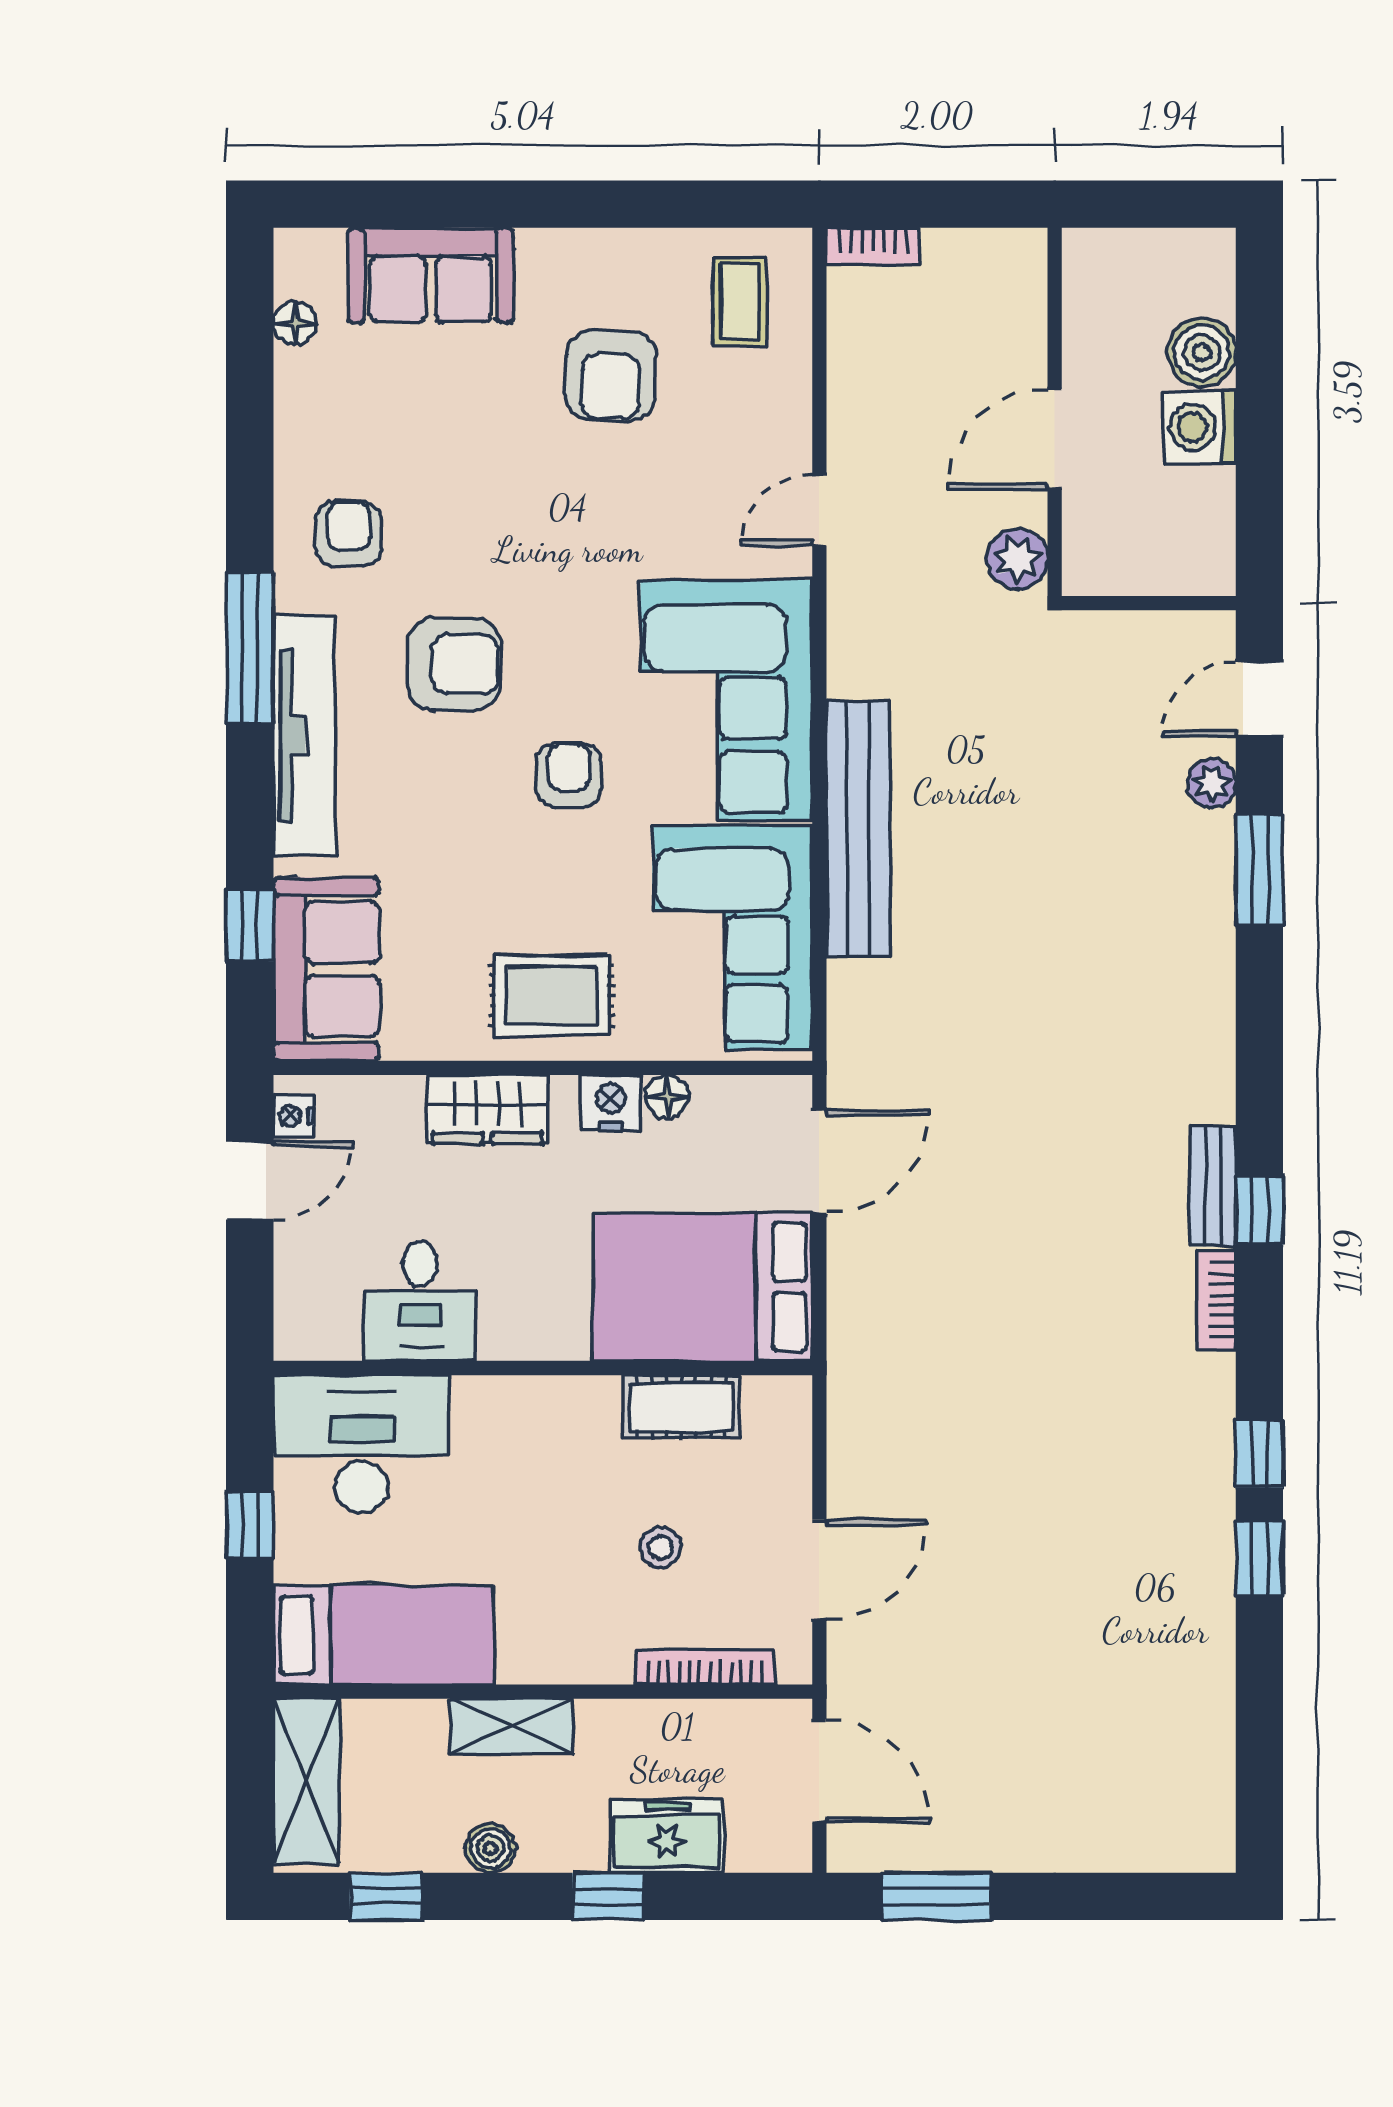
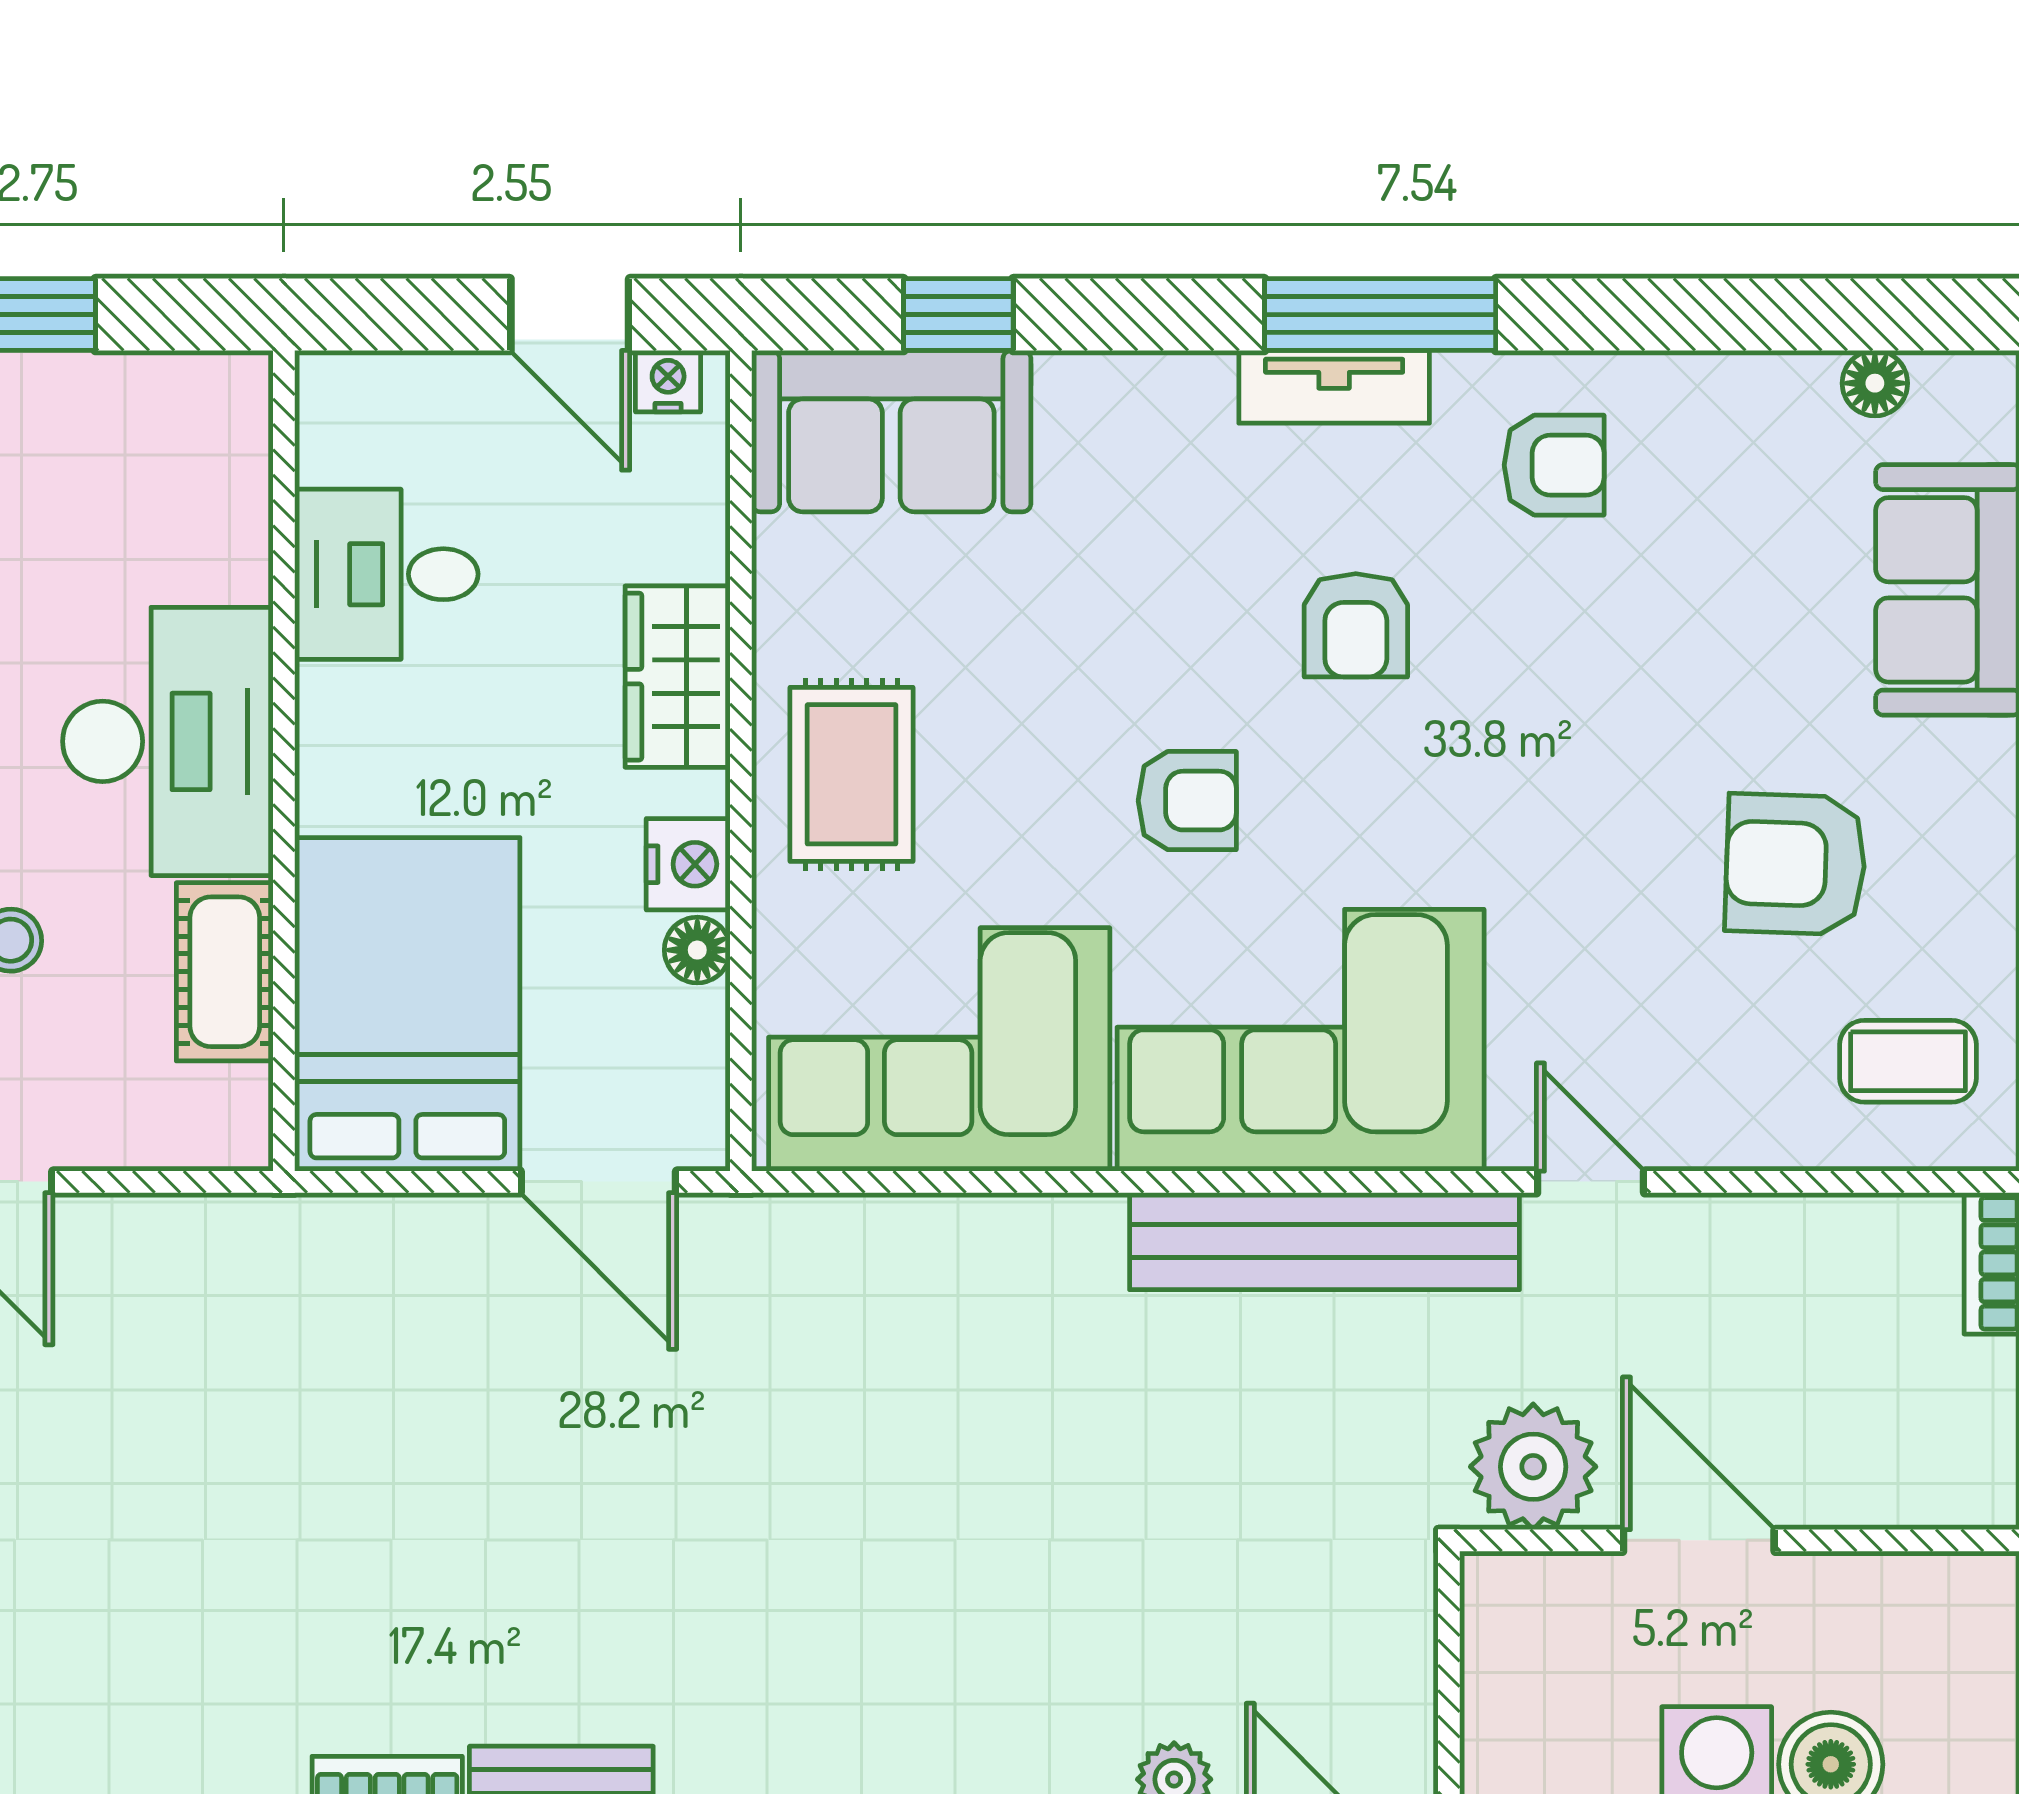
plant: (1017, 559) -> (1533, 1467), width x1.36, depth x1.36
armchair: (454, 664) -> (1356, 625), width x0.72, depth x0.72
tv unit: (304, 736) -> (1334, 387), width x0.52, depth x0.78
bench: (858, 828) -> (1325, 1241), moved
desk: (361, 1444) -> (168, 741), moved

